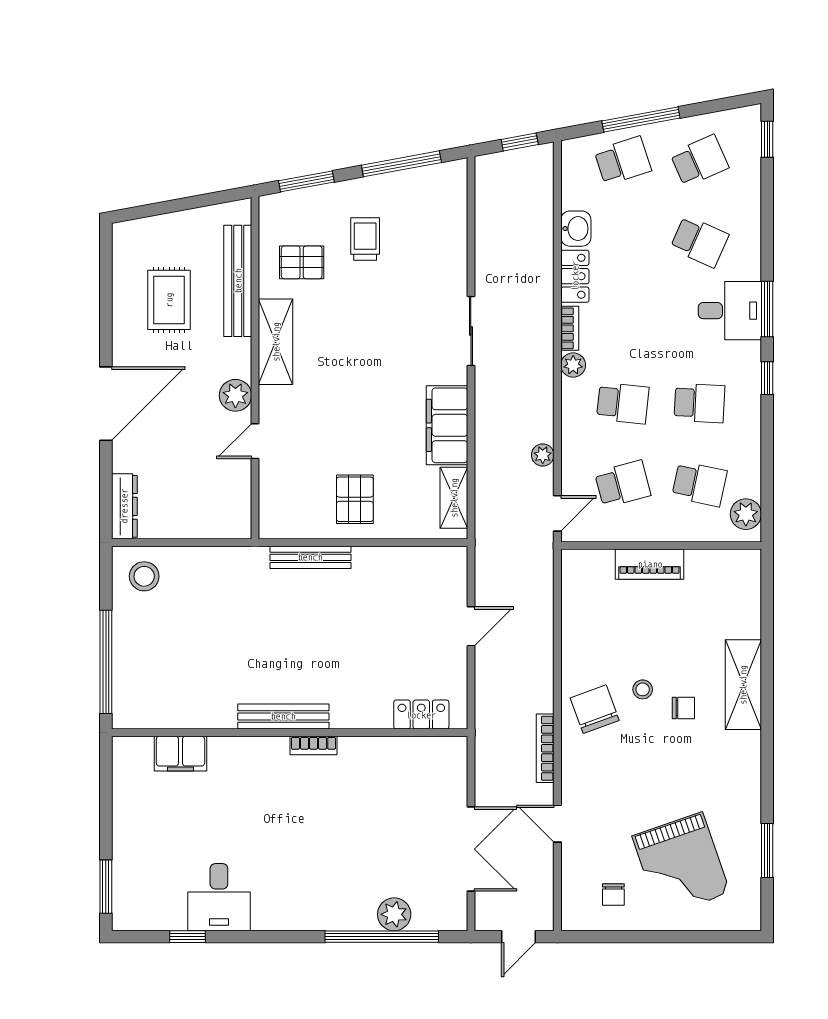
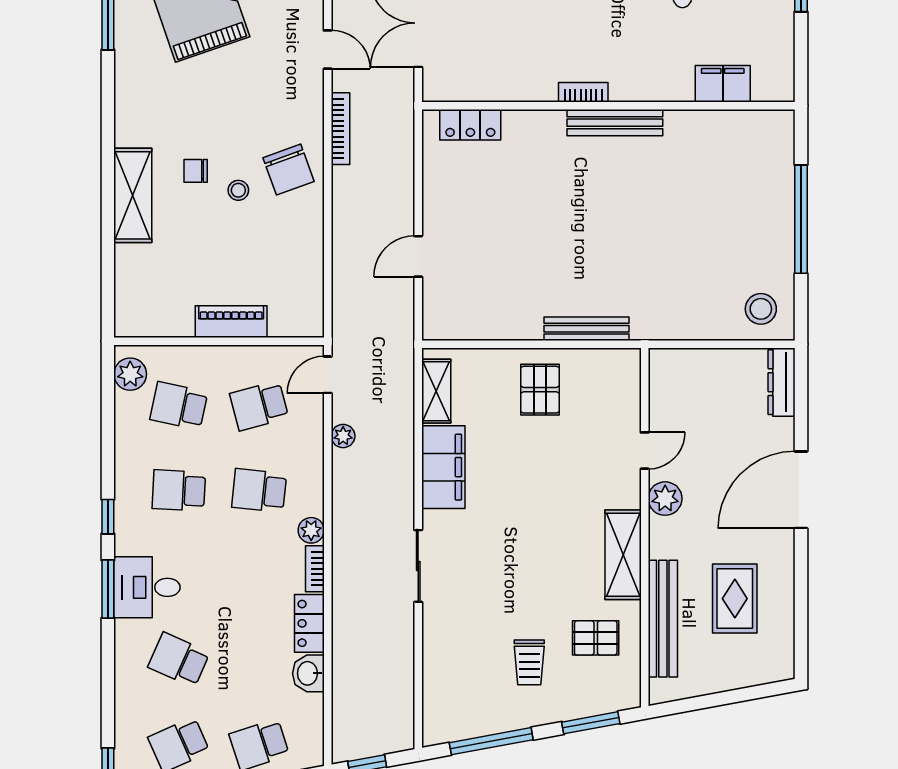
locker: (421, 715) -> (470, 125), moved
bench: (283, 716) -> (615, 123), moved
wall: (290, 733) -> (608, 106), moved
bookcase: (314, 746) -> (583, 92), moved
filing cabinet: (180, 754) -> (723, 84), moved

